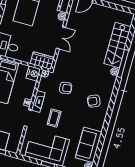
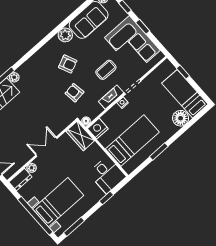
armchair: (94, 101) -> (68, 64), moved
plant: (98, 124) -> (65, 35), added

